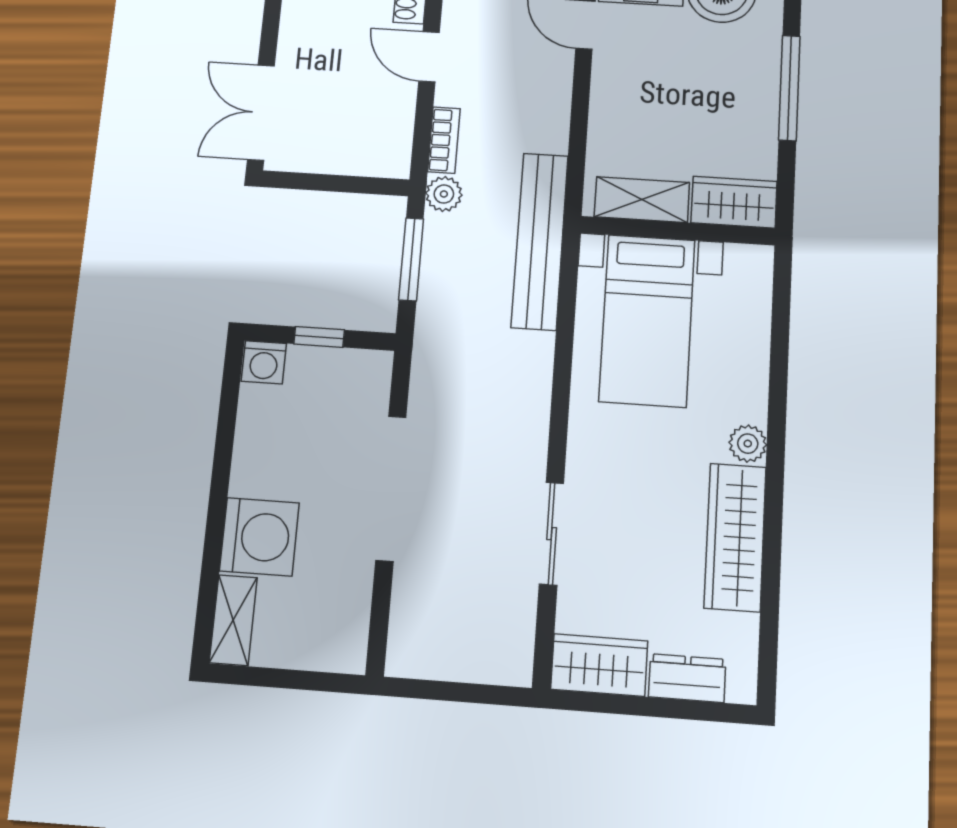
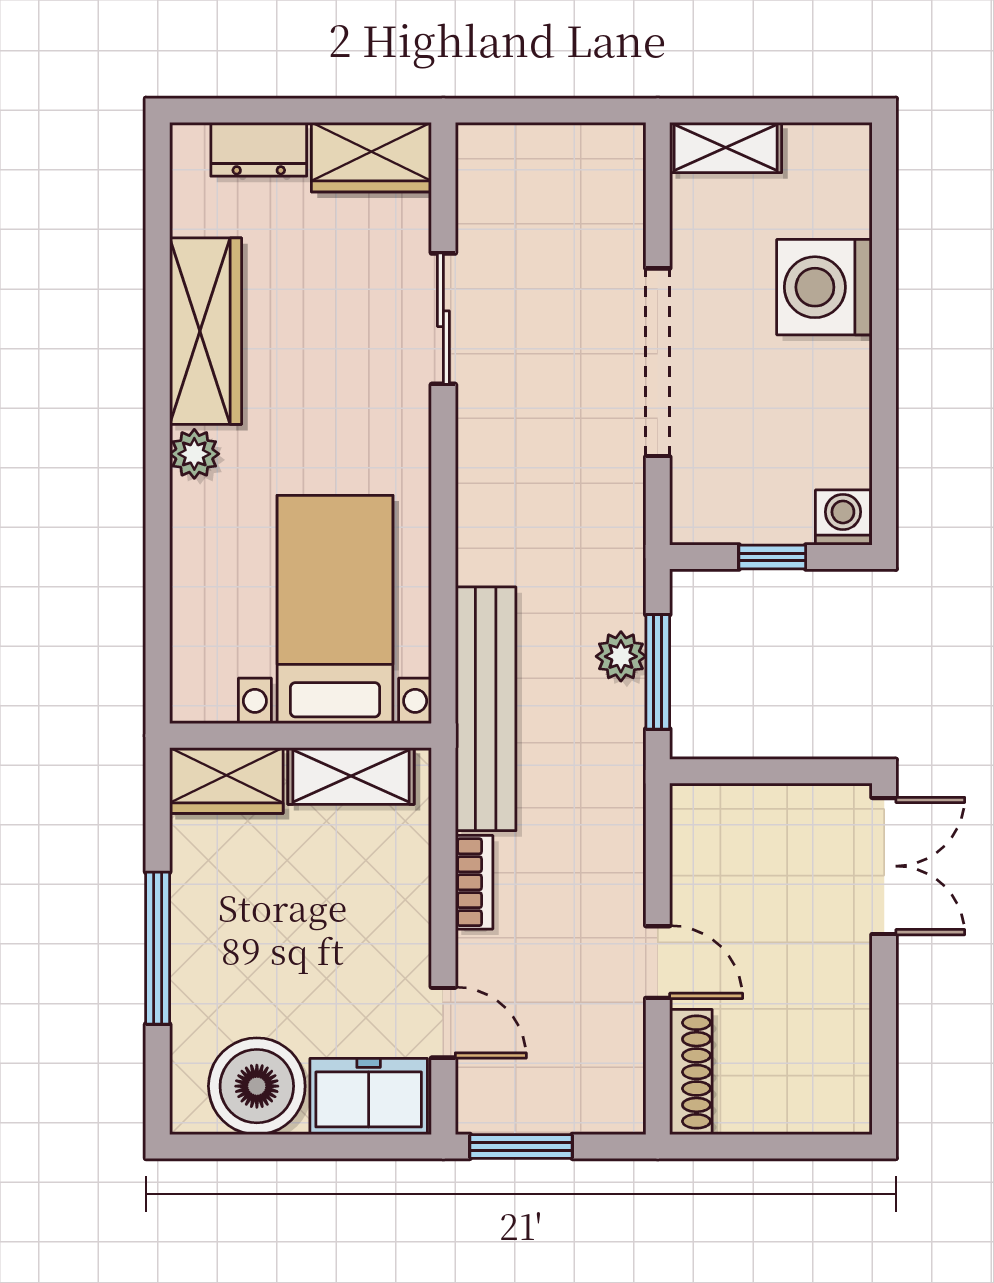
bookcase: (444, 140) -> (474, 882), moved, turned 180
plant: (444, 194) -> (621, 656), moved
shelving: (233, 620) -> (726, 148), moved, turned 90

